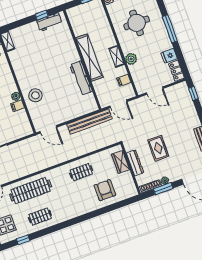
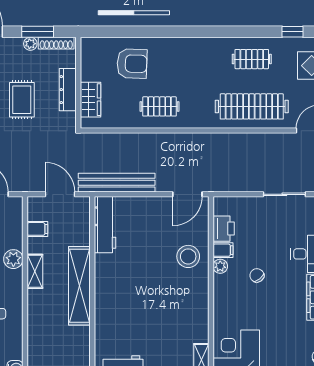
workbench: (81, 78) -> (105, 225), moved
printer: (22, 118) -> (224, 229), added
door: (48, 129) -> (187, 194), swing flipped
armchair: (105, 190) -> (132, 64), turned -88

